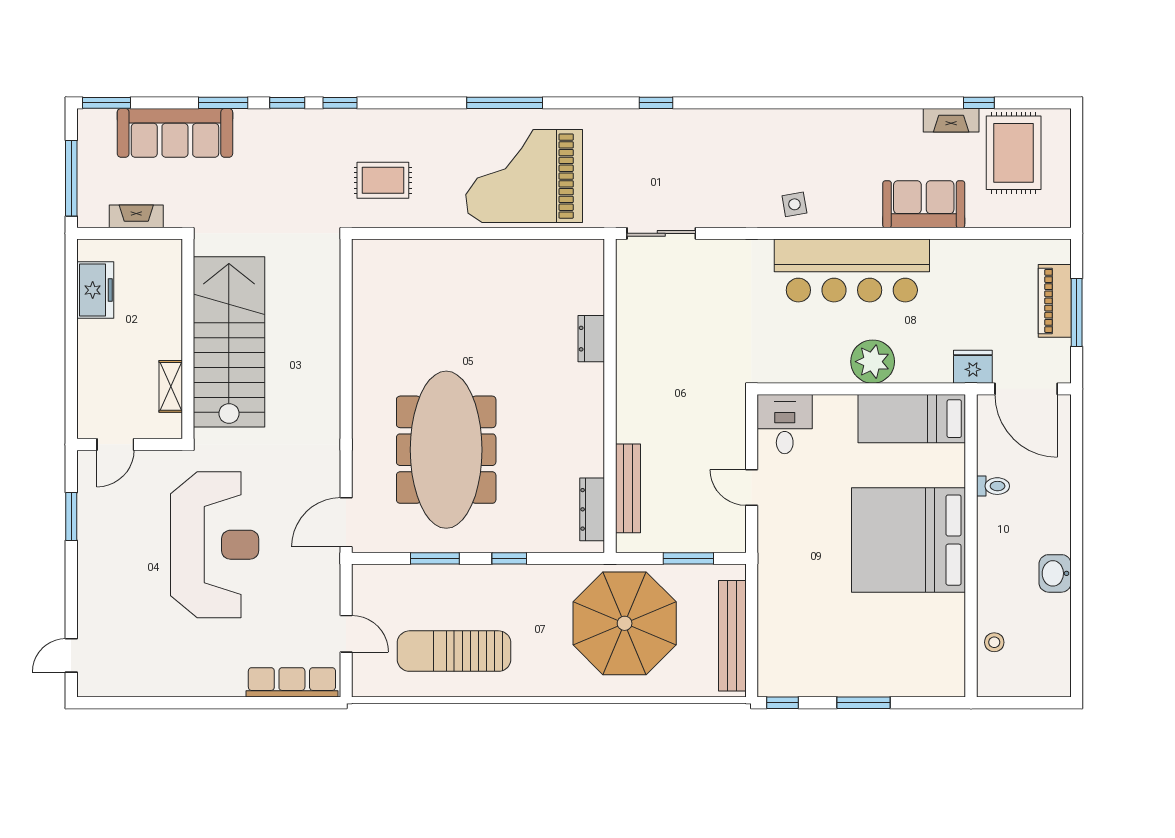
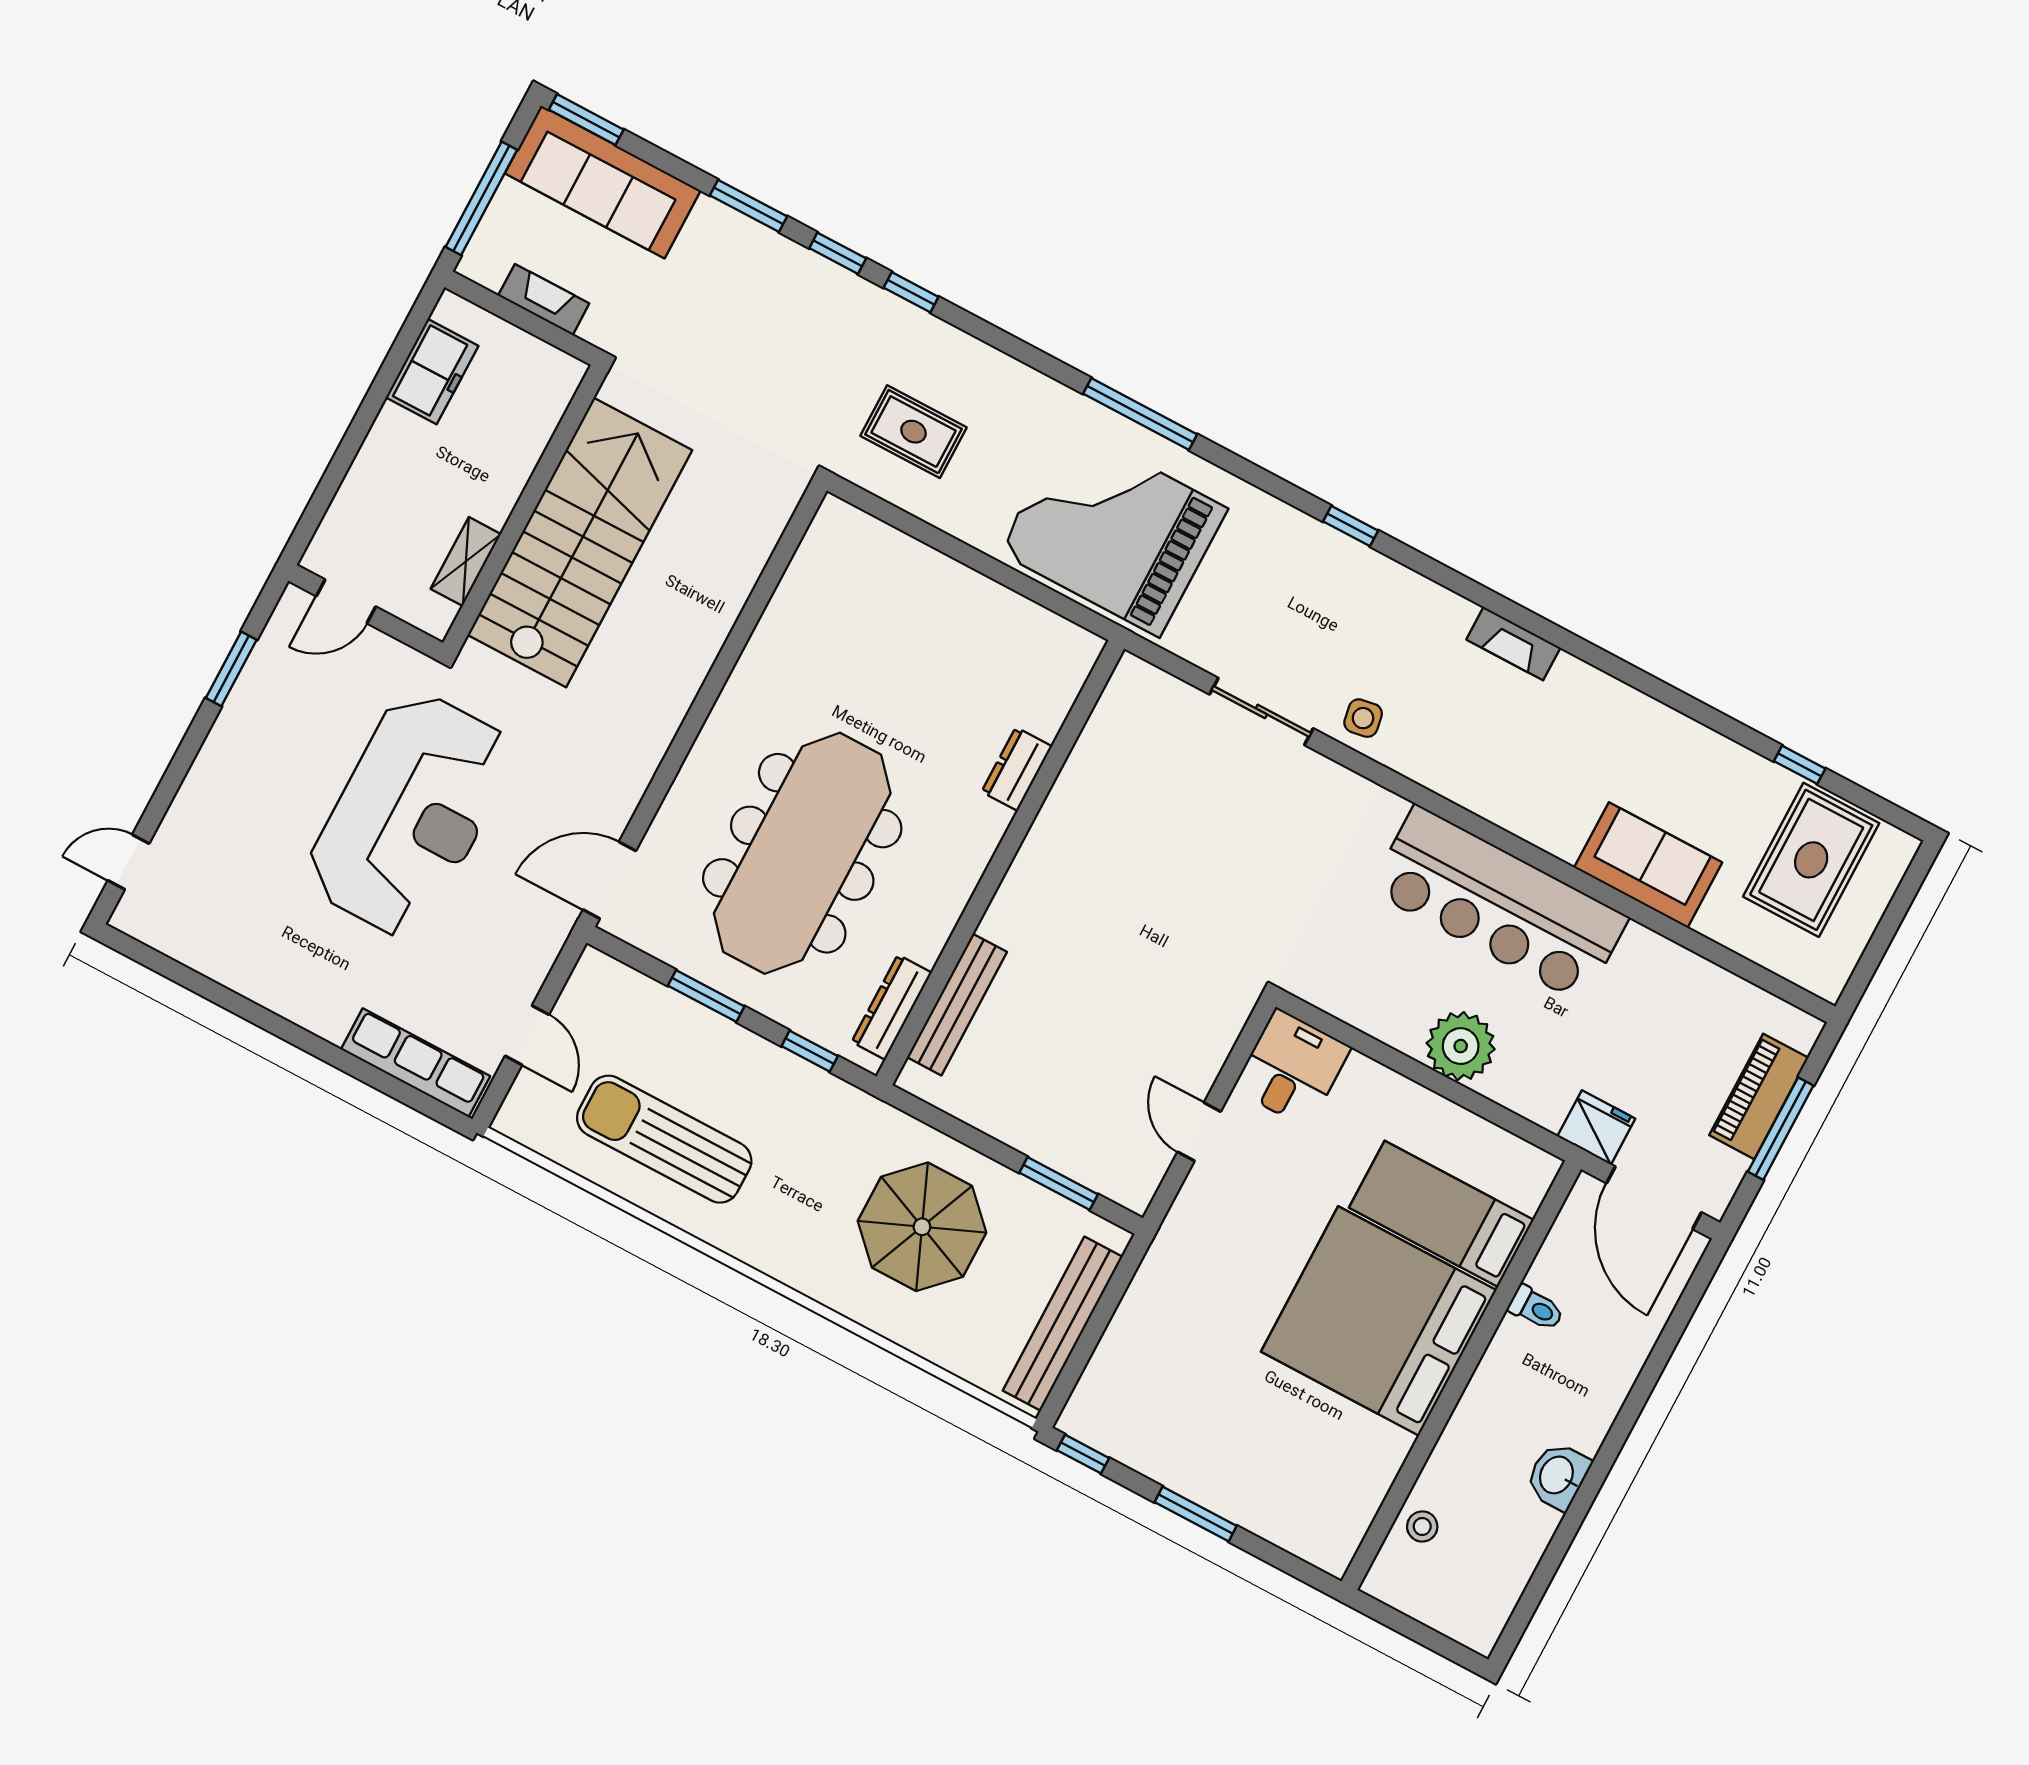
fireplace: (951, 120) -> (1513, 644), moved
sofa: (175, 133) -> (603, 182), moved
side table: (794, 204) -> (1363, 718), moved
dresser: (591, 339) -> (1017, 769), moved
wall: (610, 396) -> (1000, 863), moved
bed: (912, 419) -> (1441, 1214), moved
bench: (628, 488) -> (957, 1005), moved
dresser: (592, 509) -> (892, 1007), moved
parasol: (625, 623) -> (922, 1227), width x0.73, depth x0.73

